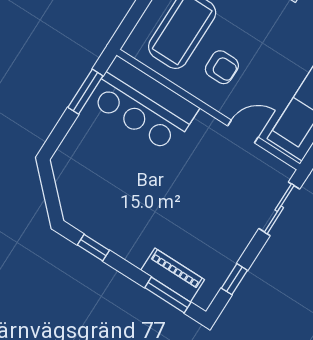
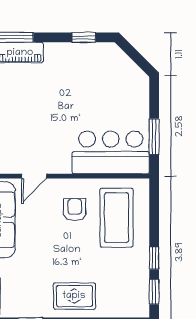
armchair: (222, 67) -> (75, 210), turned 90

